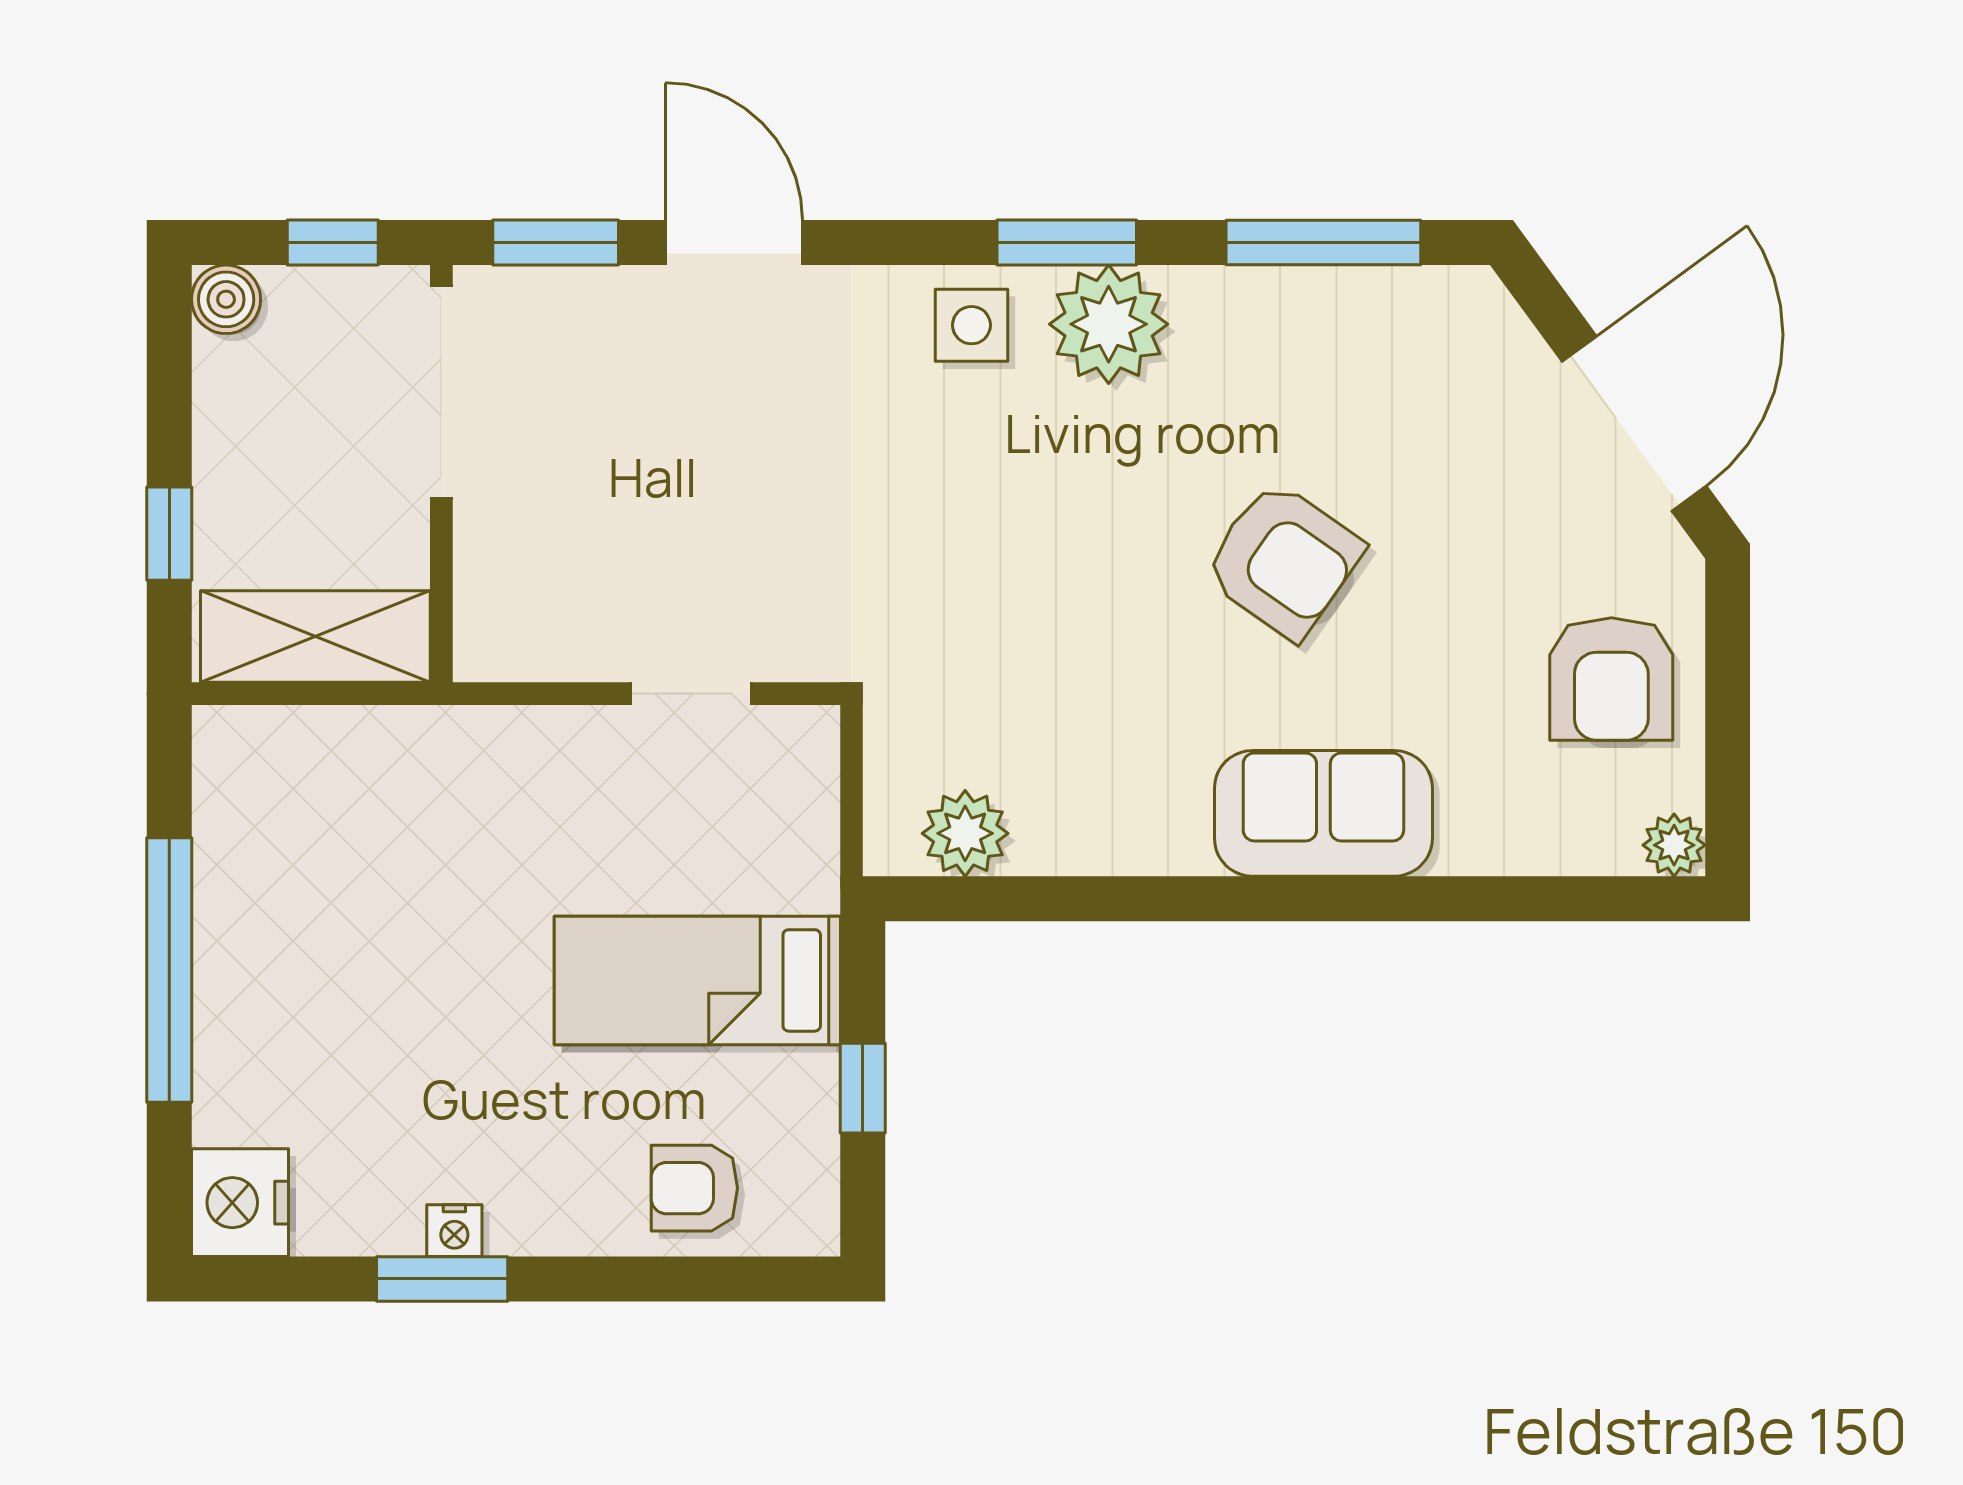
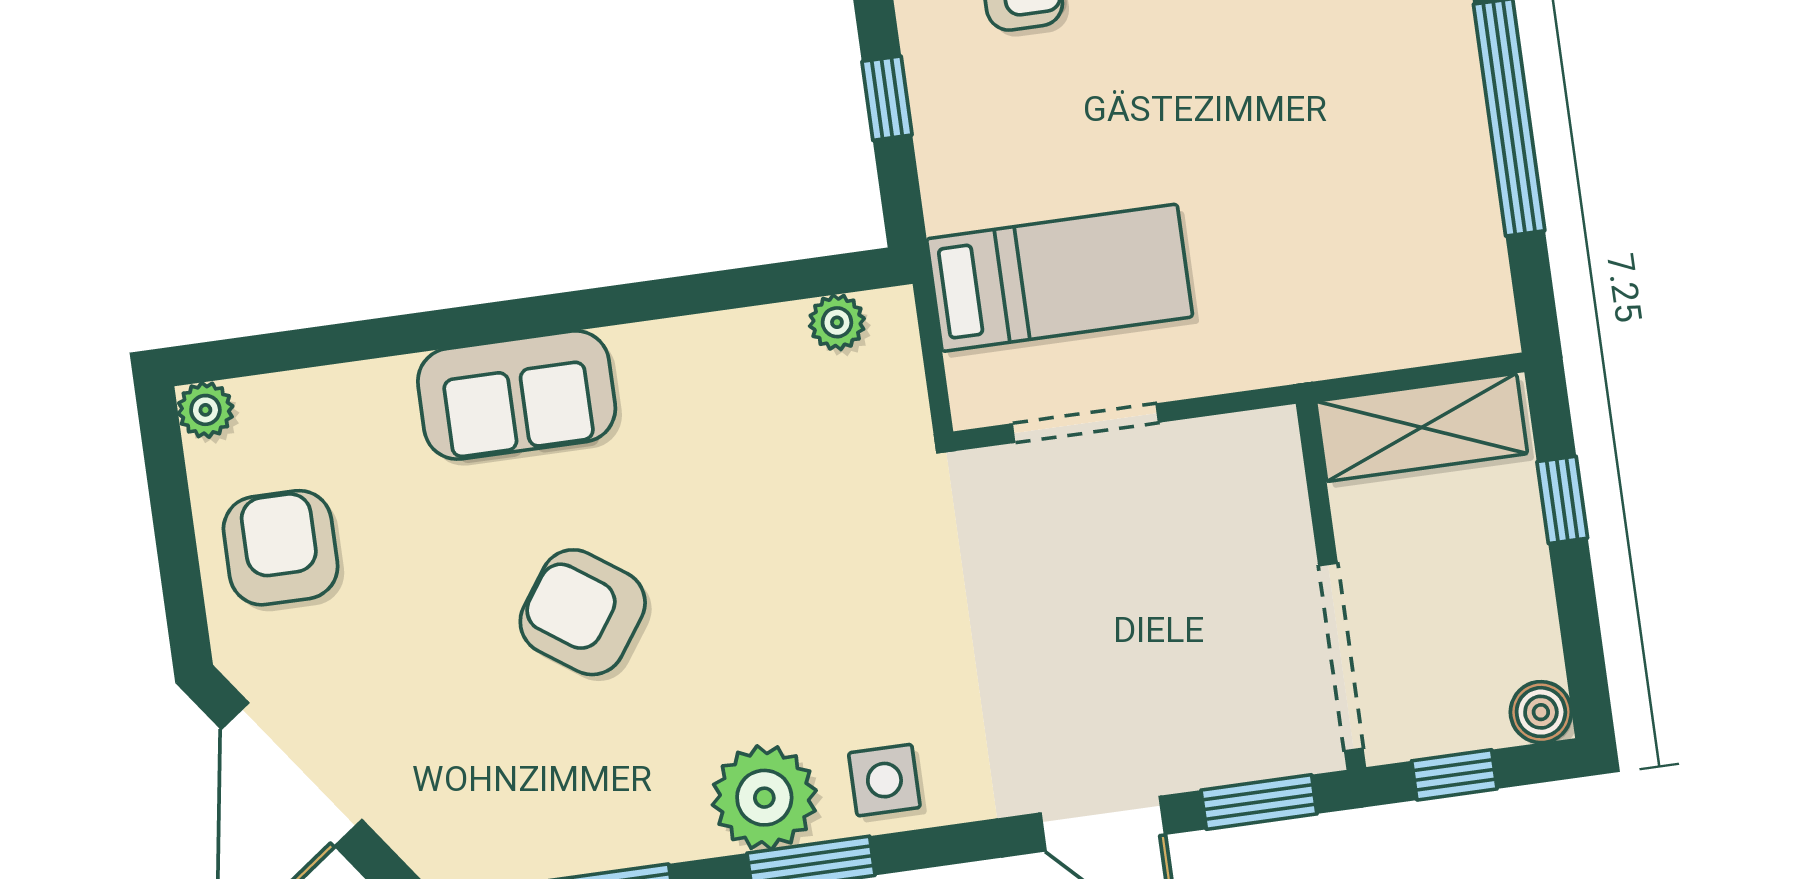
doorway: (691, 694) -> (1085, 423), width x1.38
plant: (965, 833) -> (837, 322), width x0.73, depth x0.73
bed: (697, 980) -> (1060, 278), moved

